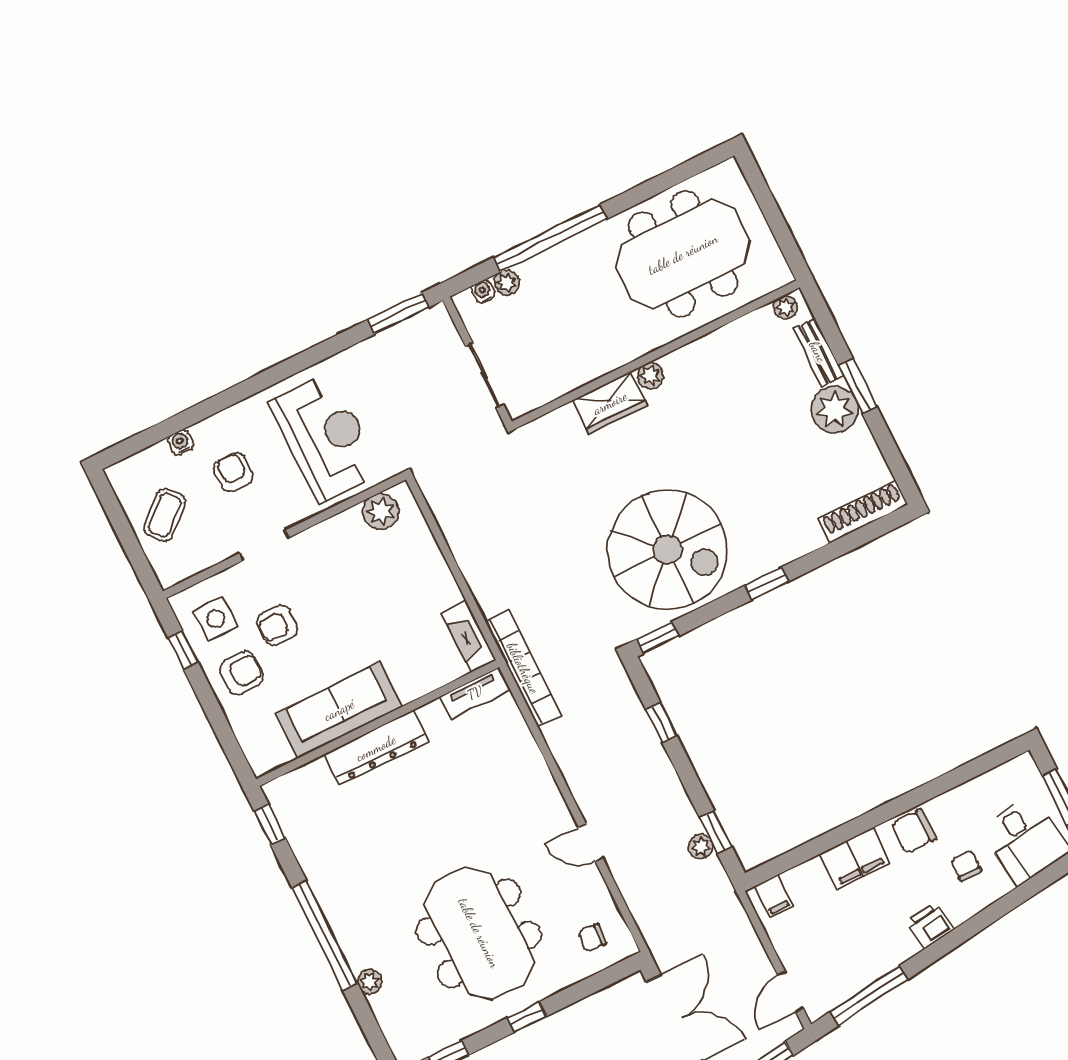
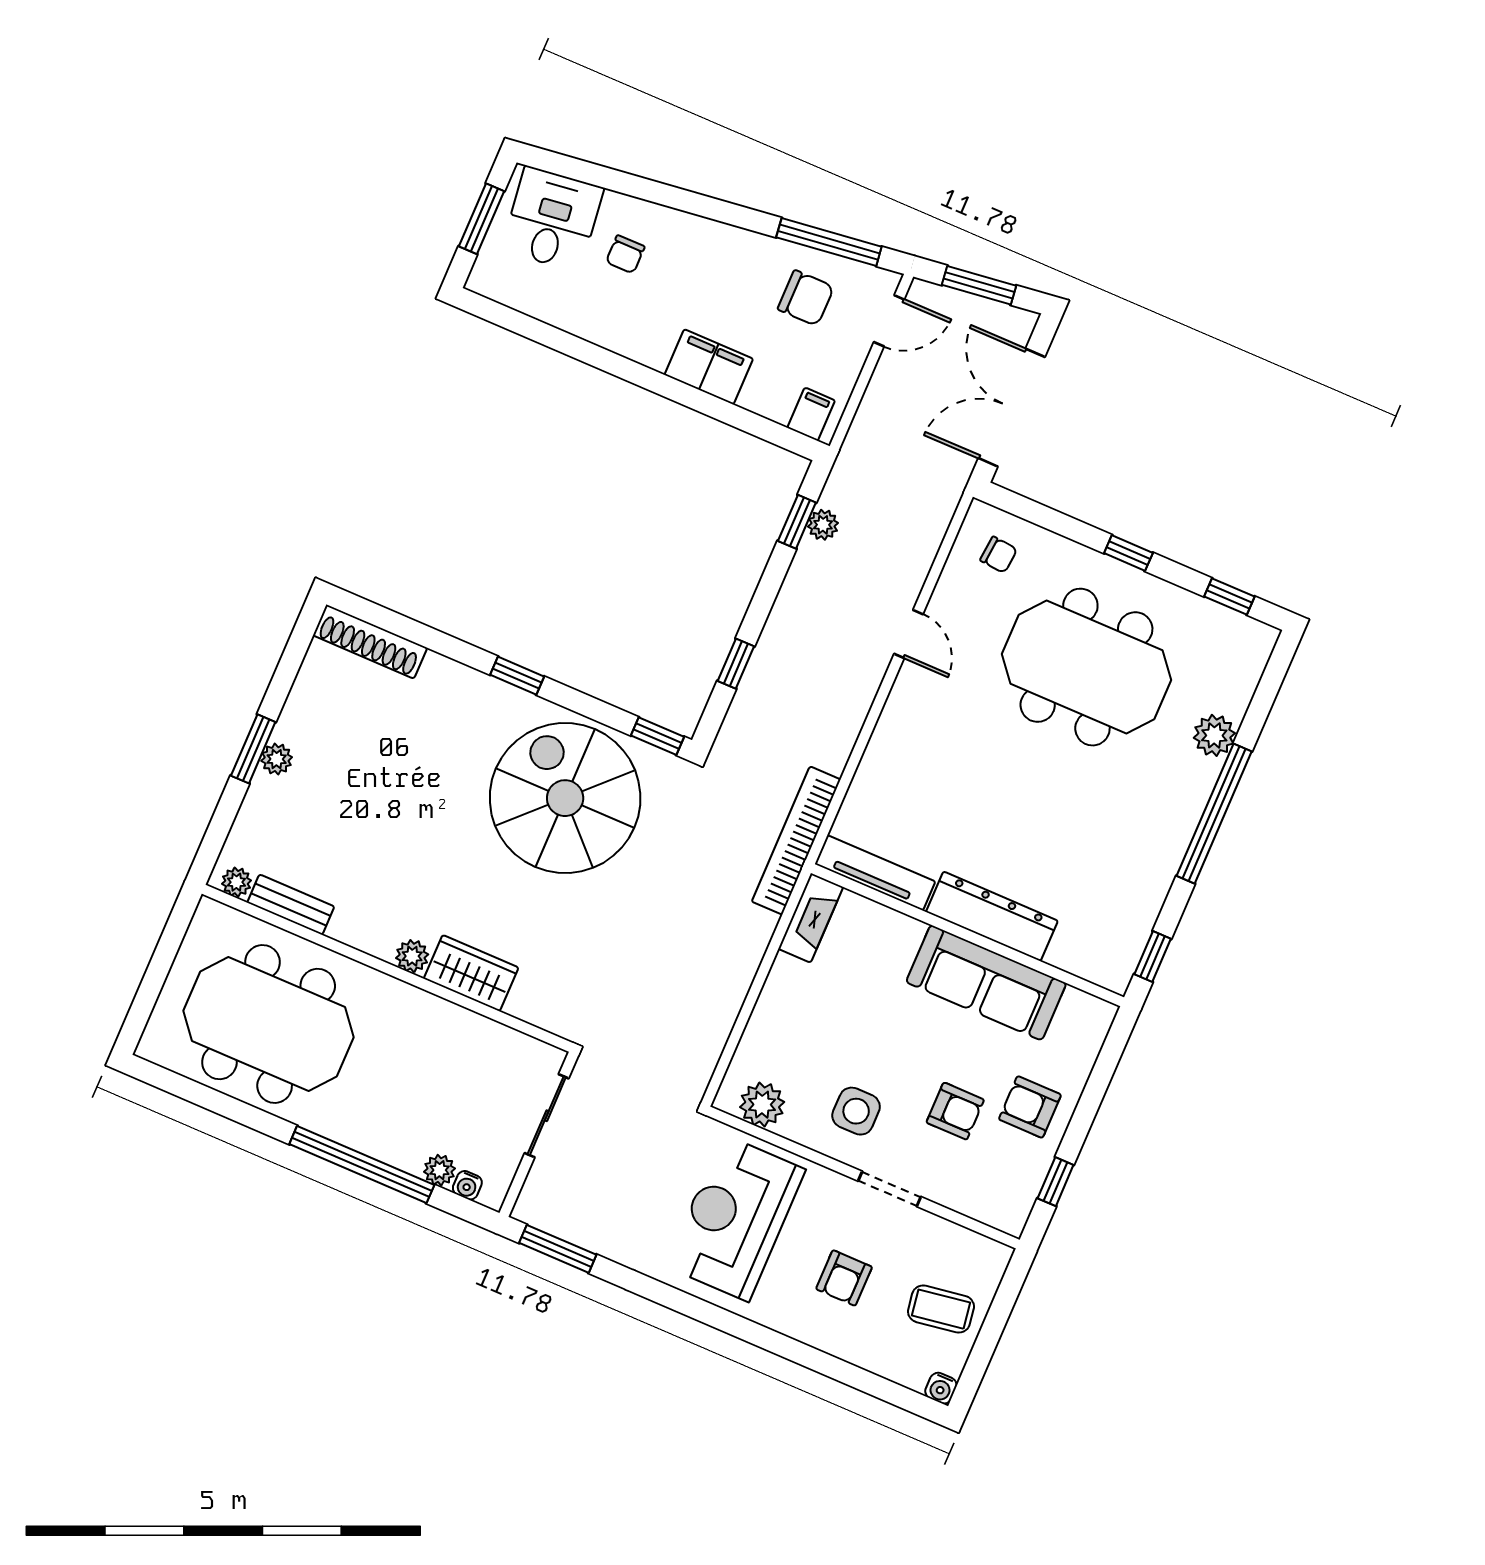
bench: (818, 352) -> (291, 905), moved, turned 90
plant: (835, 410) -> (277, 759), width x0.53, depth x0.53
water cooler: (181, 442) -> (941, 1388), moved
coffee table: (165, 515) -> (941, 1309), turned 32
side table: (216, 619) -> (856, 1111), moved
tv unit: (475, 693) -> (875, 873), width x1.41
chair: (914, 831) -> (806, 298), moved
printer: (930, 925) -> (712, 240), removed
meeting table: (479, 933) -> (1086, 667), turned 90
plant: (370, 981) -> (1214, 735), width x1.38, depth x1.38

